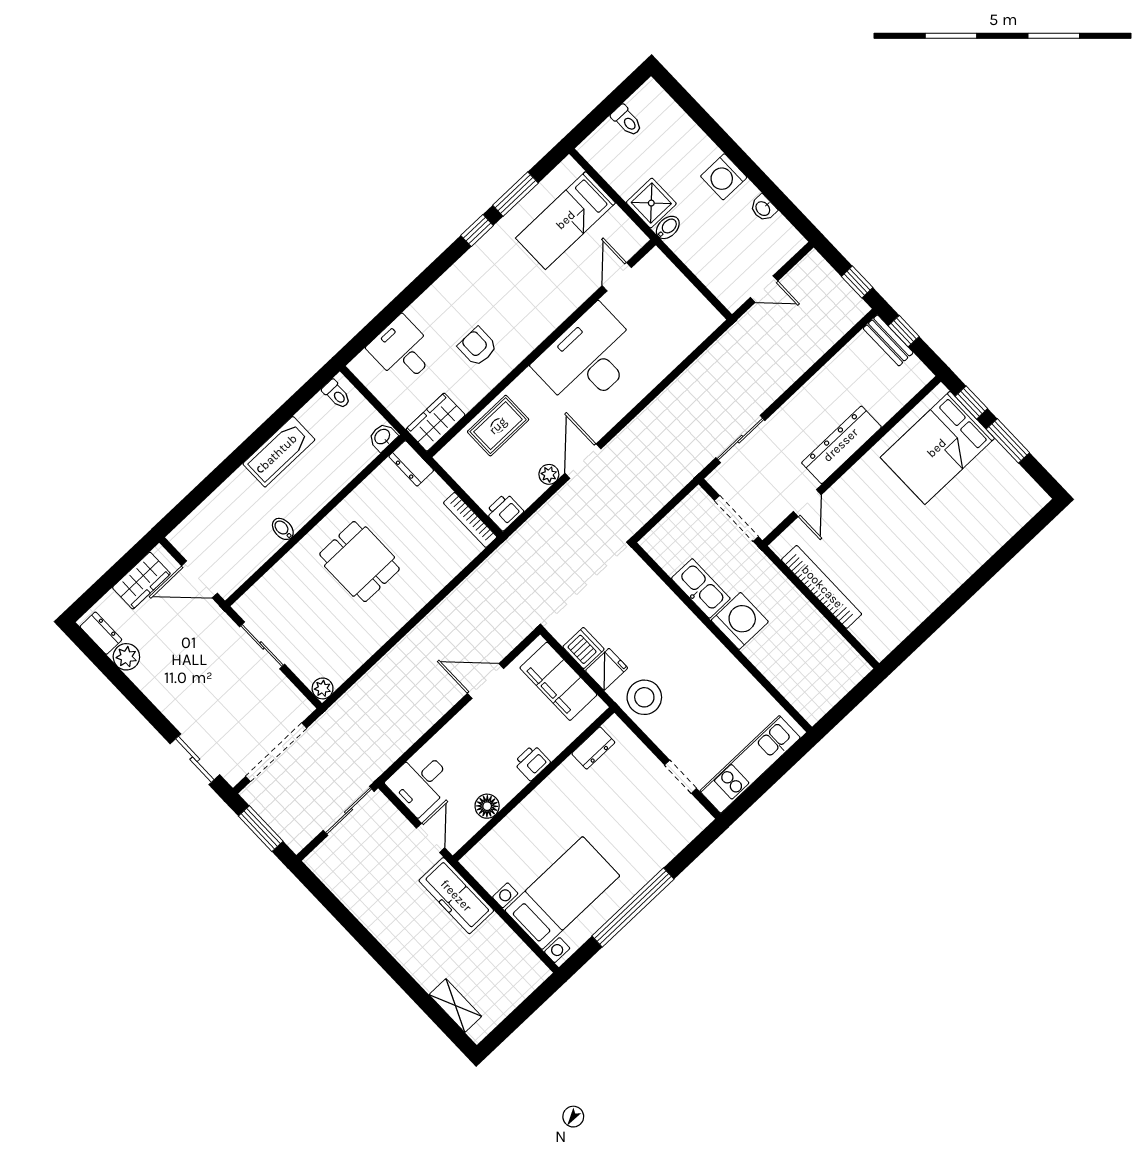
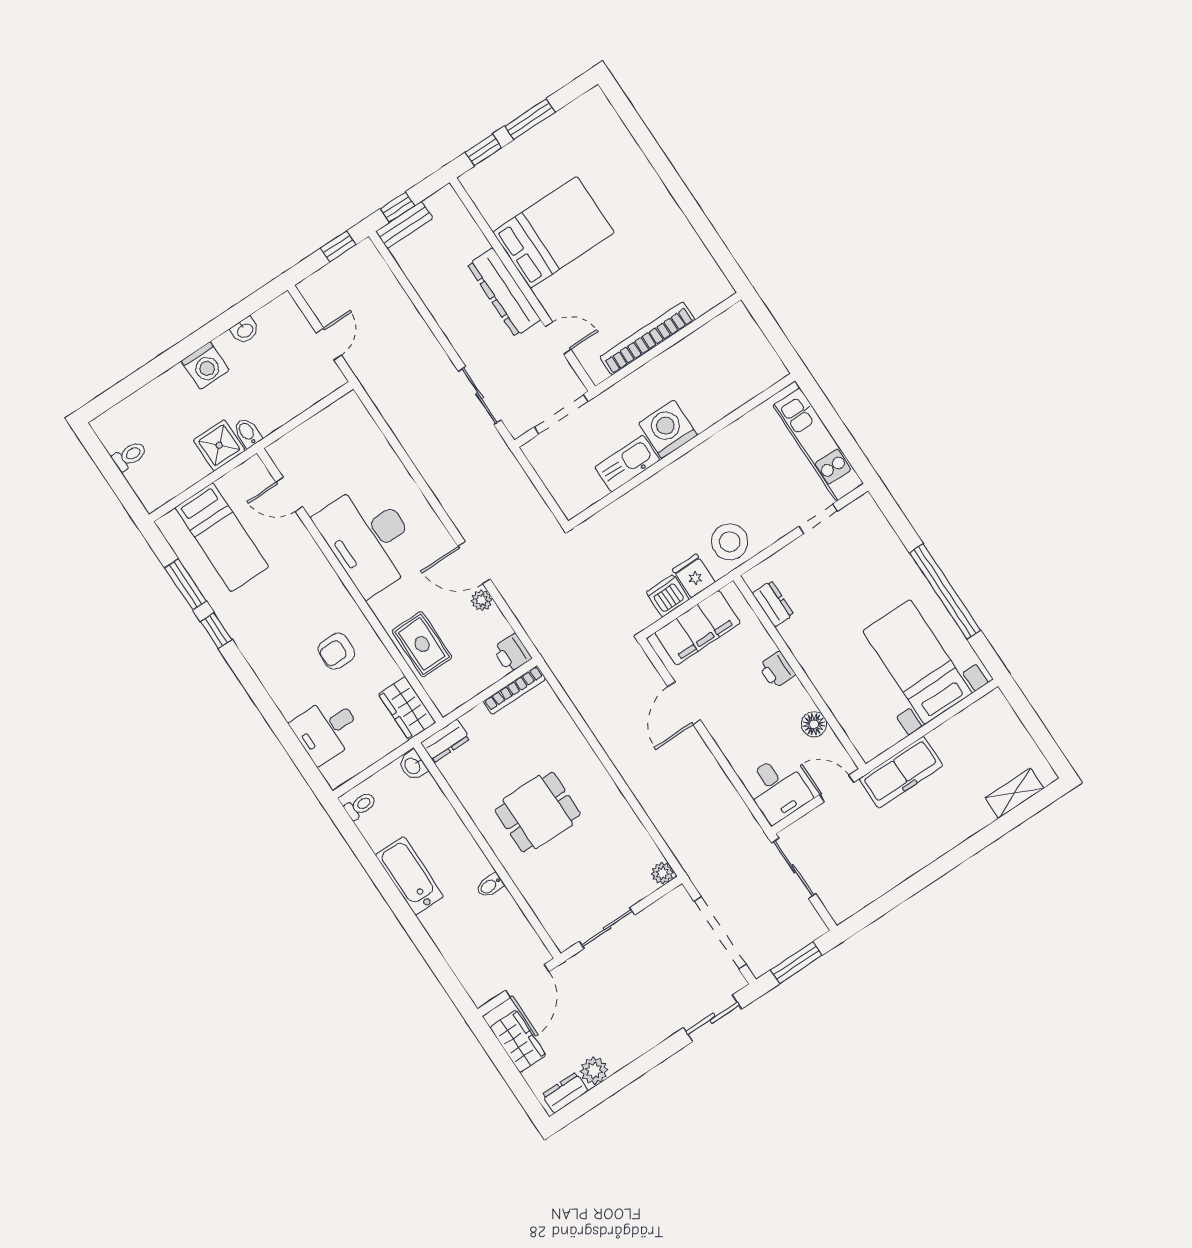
bed: (937, 448) -> (553, 232), moved, turned -90

